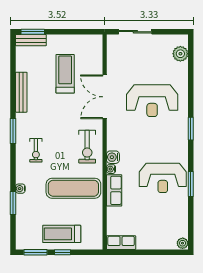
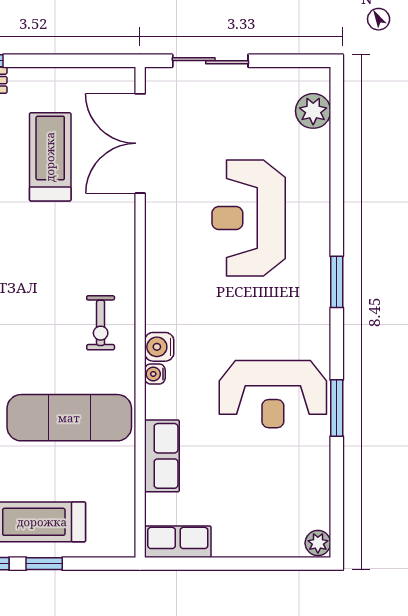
double door: (105, 97) -> (140, 143), moved
reception desk: (152, 101) -> (249, 218), turned 90
exercise bike: (87, 147) -> (101, 323), width x0.73, depth x0.72
row of seats: (114, 190) -> (162, 456), moved

